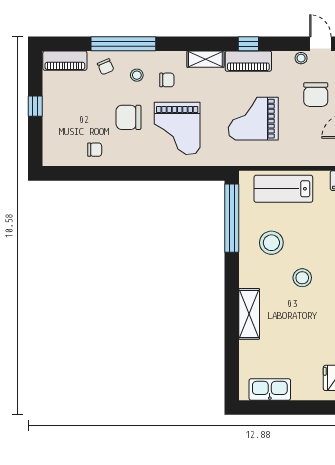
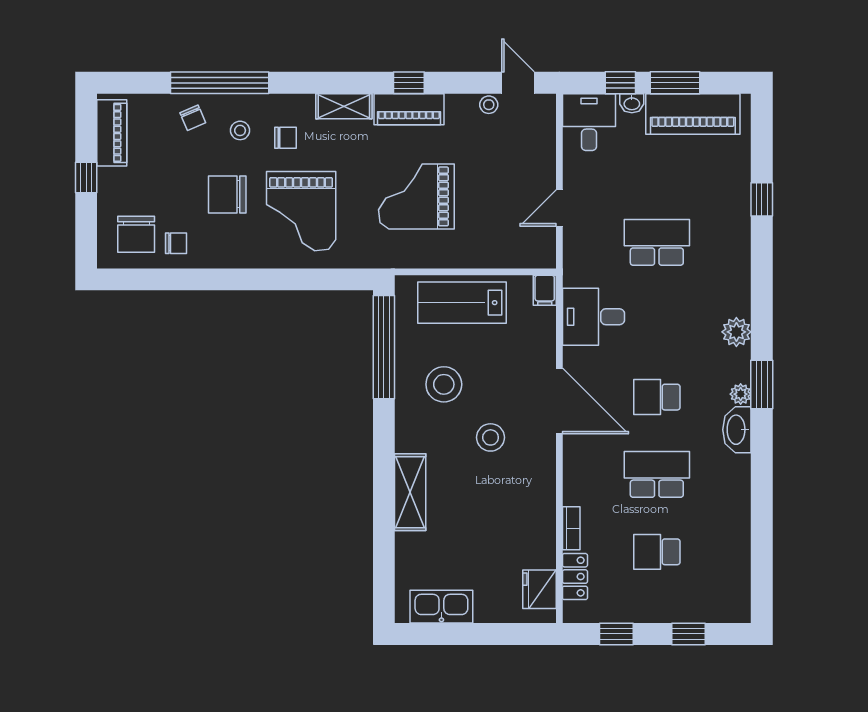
piano: (65, 61) -> (112, 133), moved, turned -90
chair: (316, 95) -> (136, 234), moved

